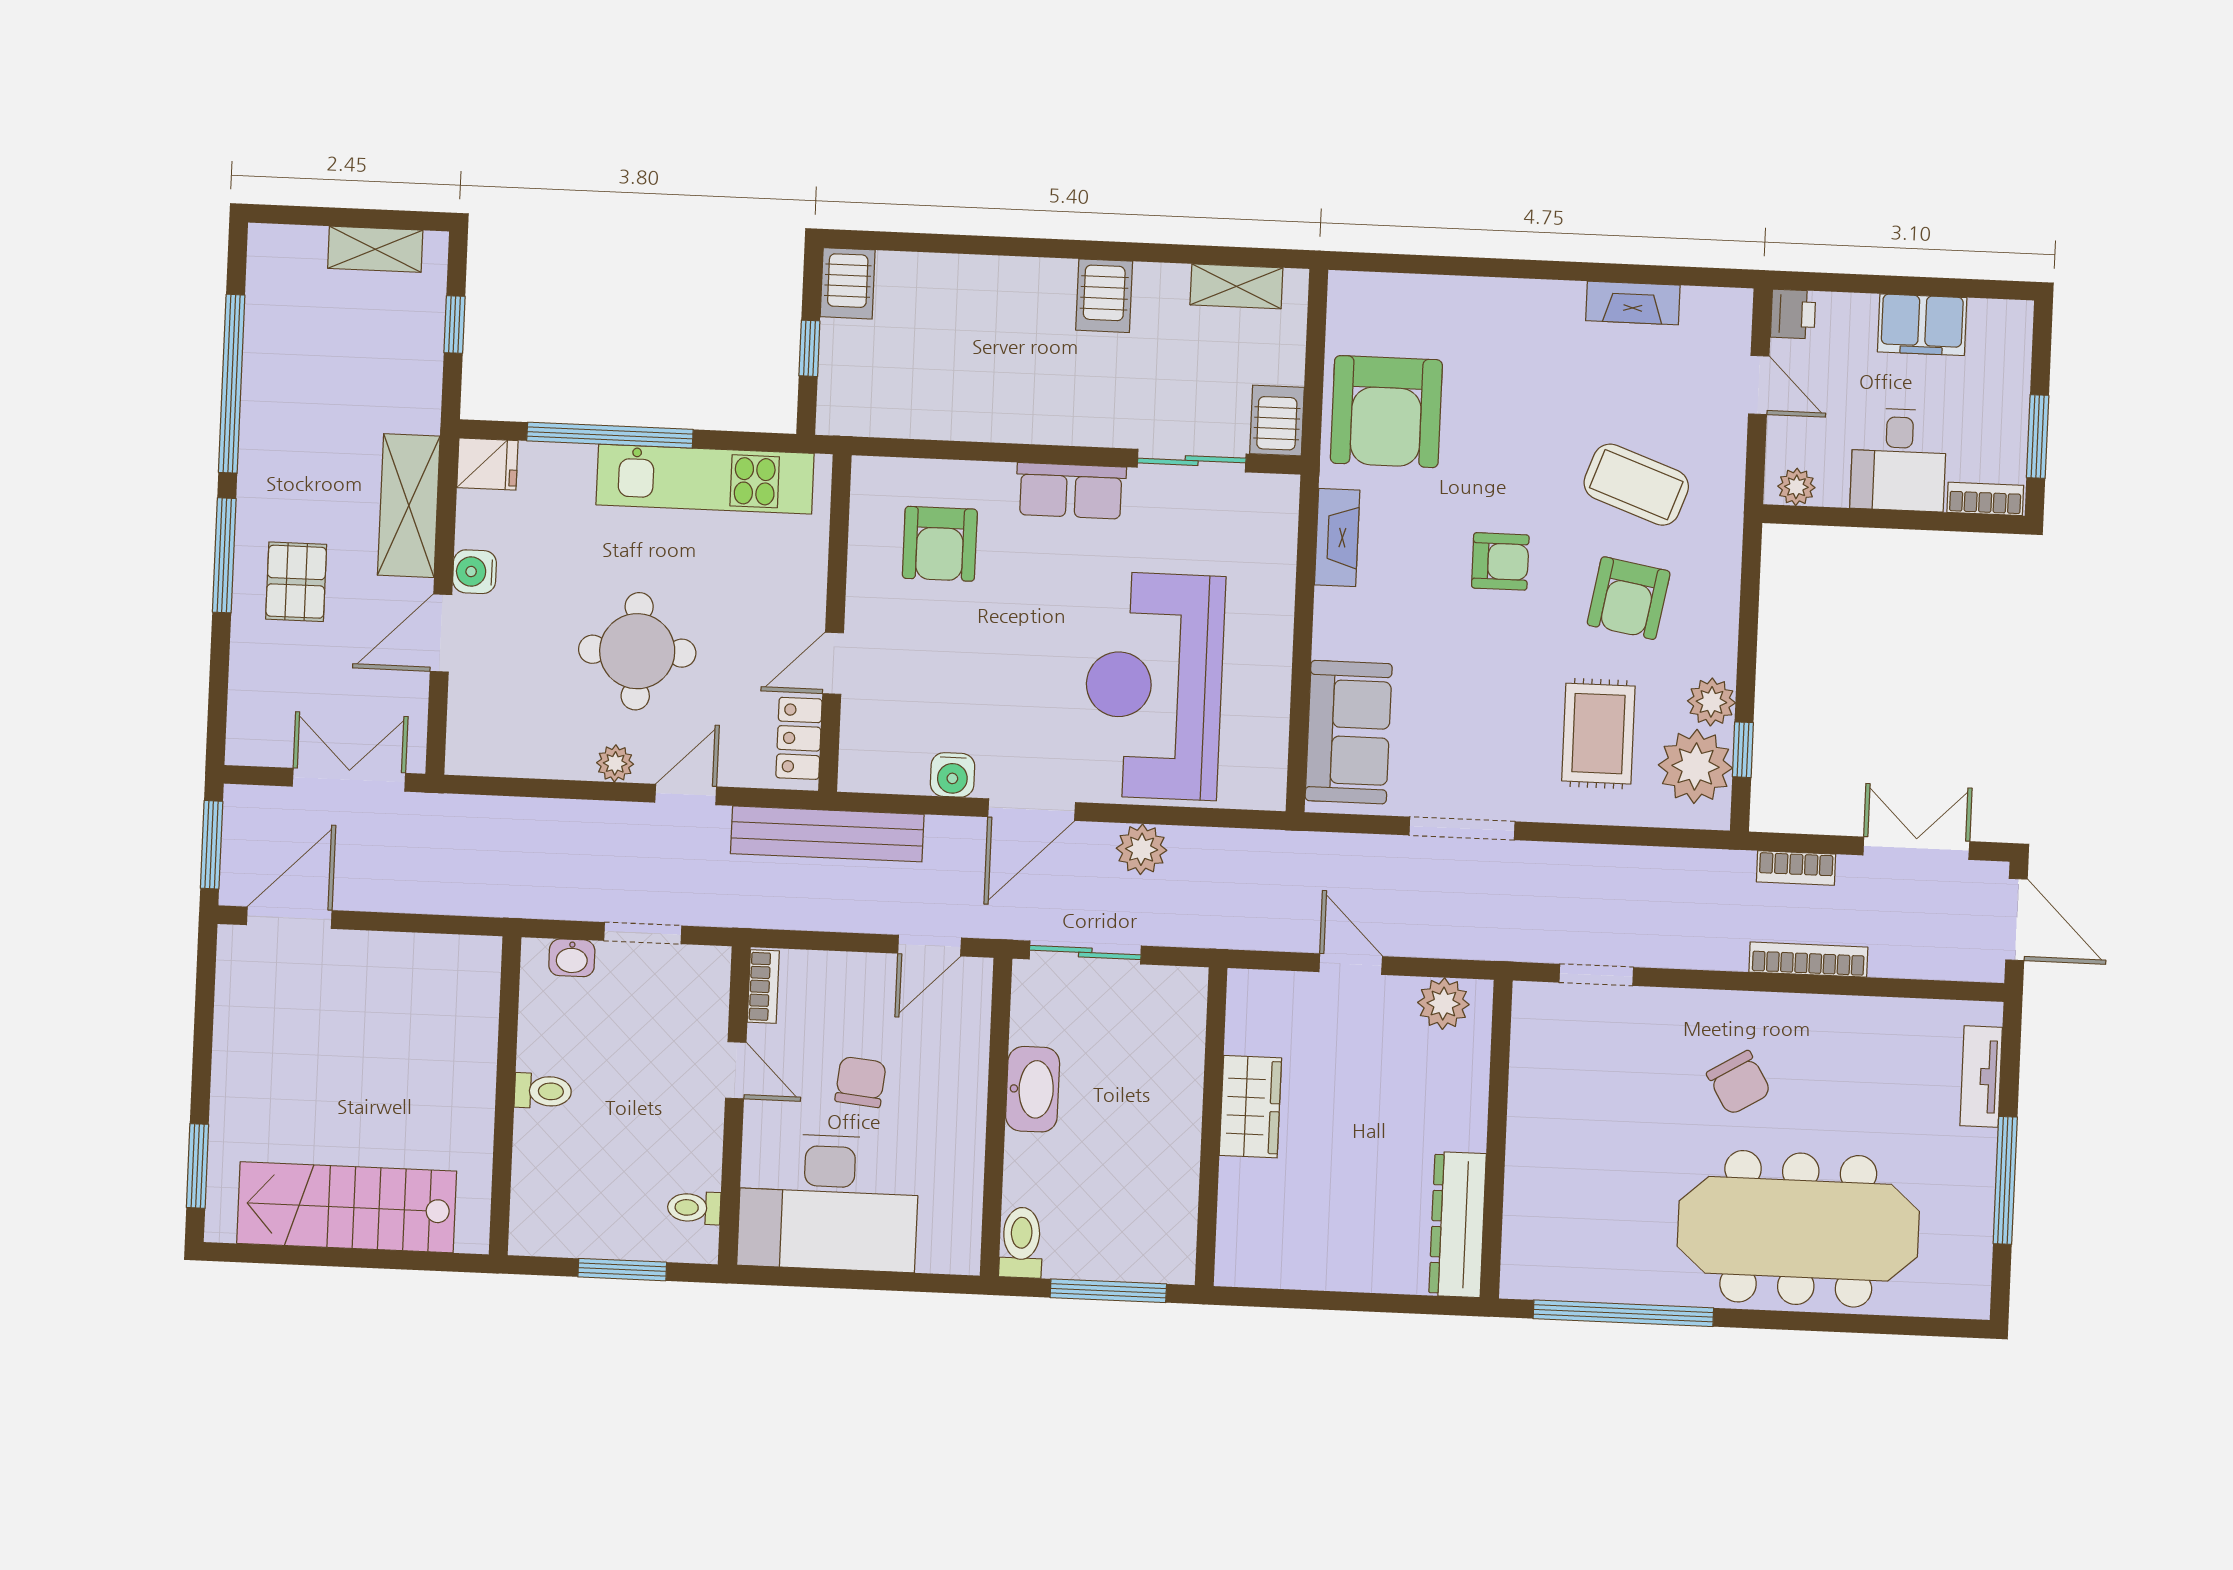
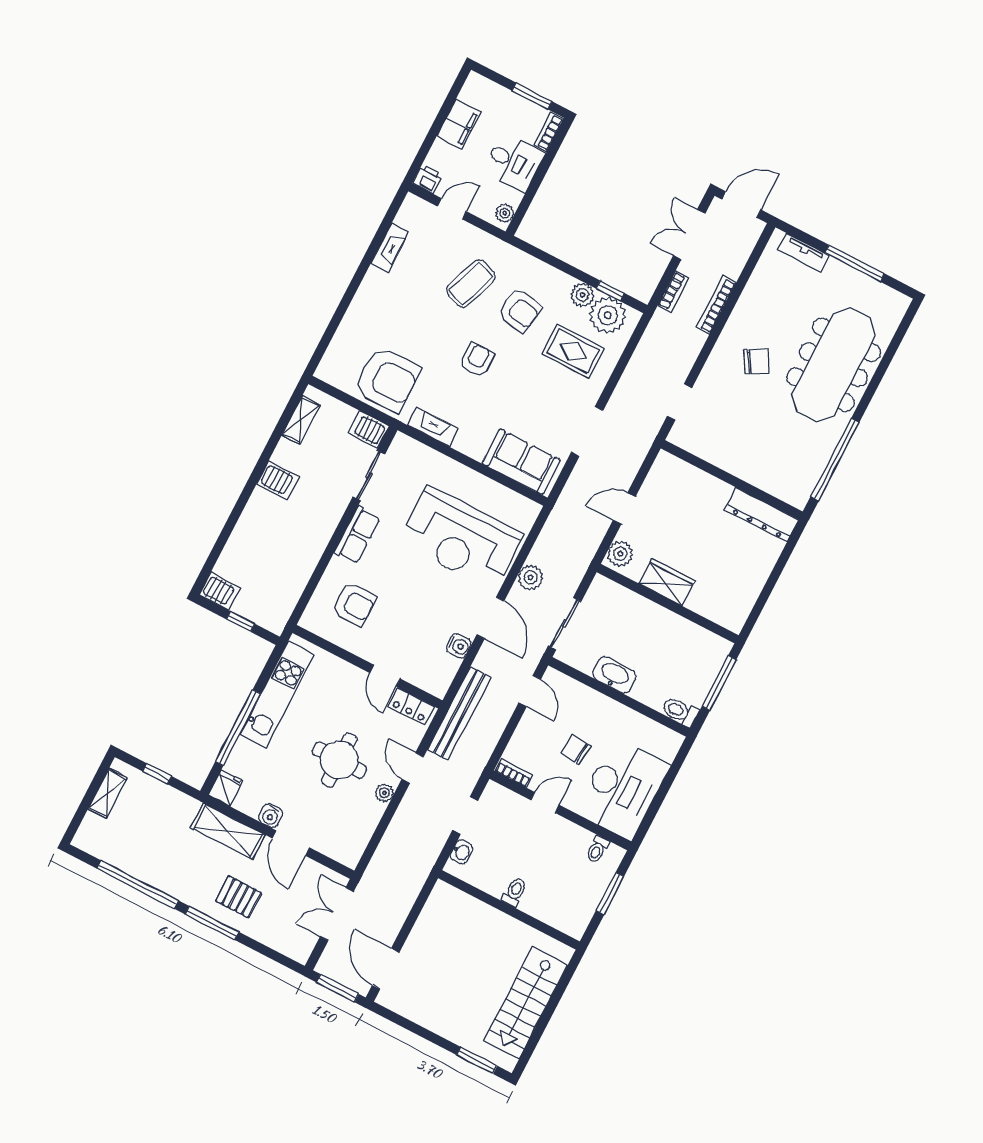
plant: (1443, 1004) -> (620, 554), moved

